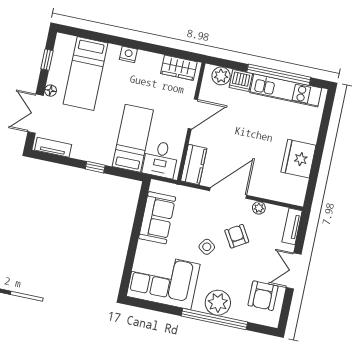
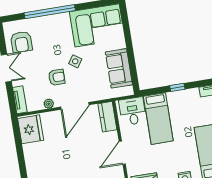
fridge: (298, 159) -> (31, 129), moved
armchair: (237, 236) -> (57, 77), turned -59
armchair: (263, 296) -> (21, 42), turned 180
plant: (218, 303) -> (52, 24), removed

